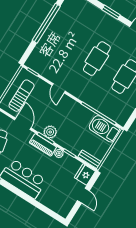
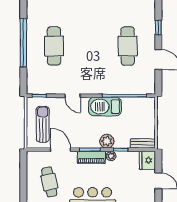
cafe table: (97, 59) -> (54, 46), moved
barbecue: (105, 129) -> (105, 107), moved
plant: (50, 132) -> (107, 141), moved

